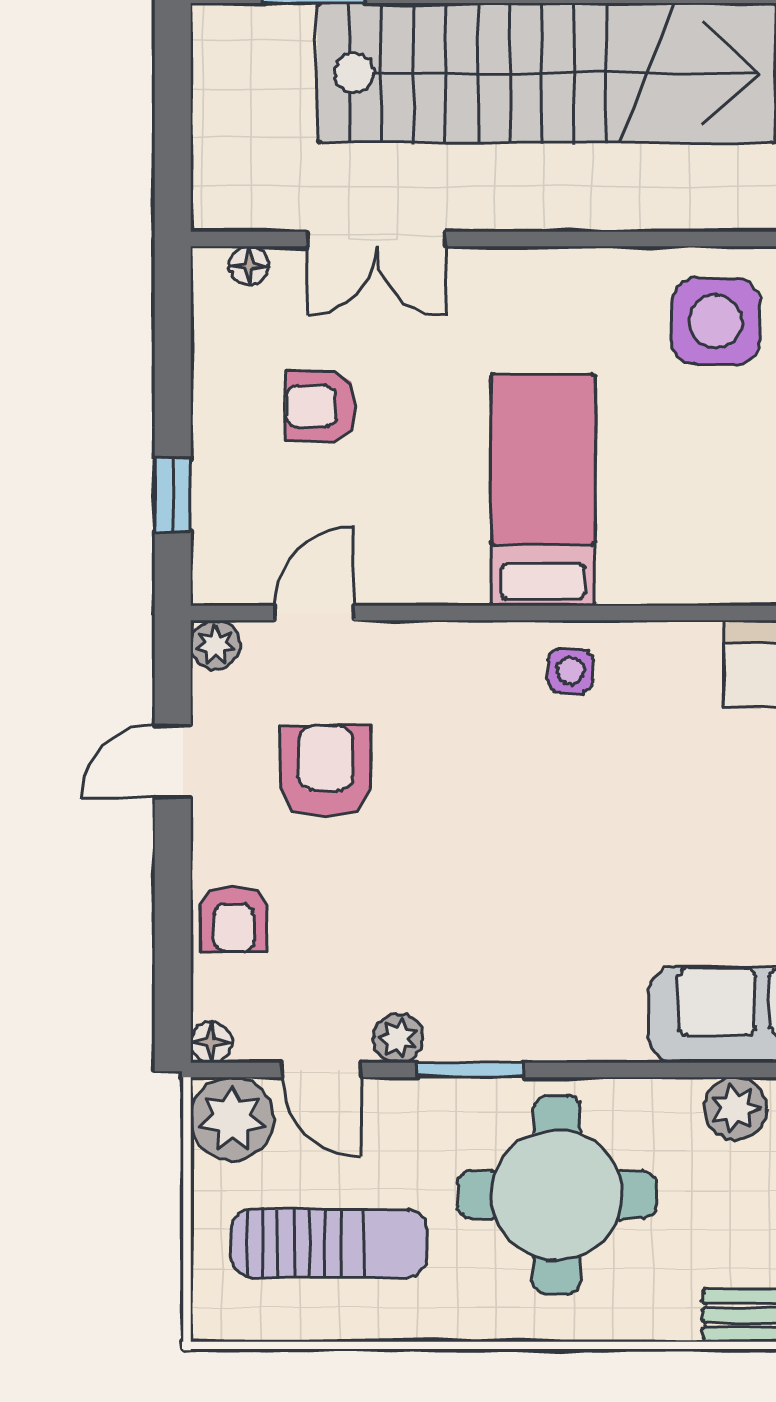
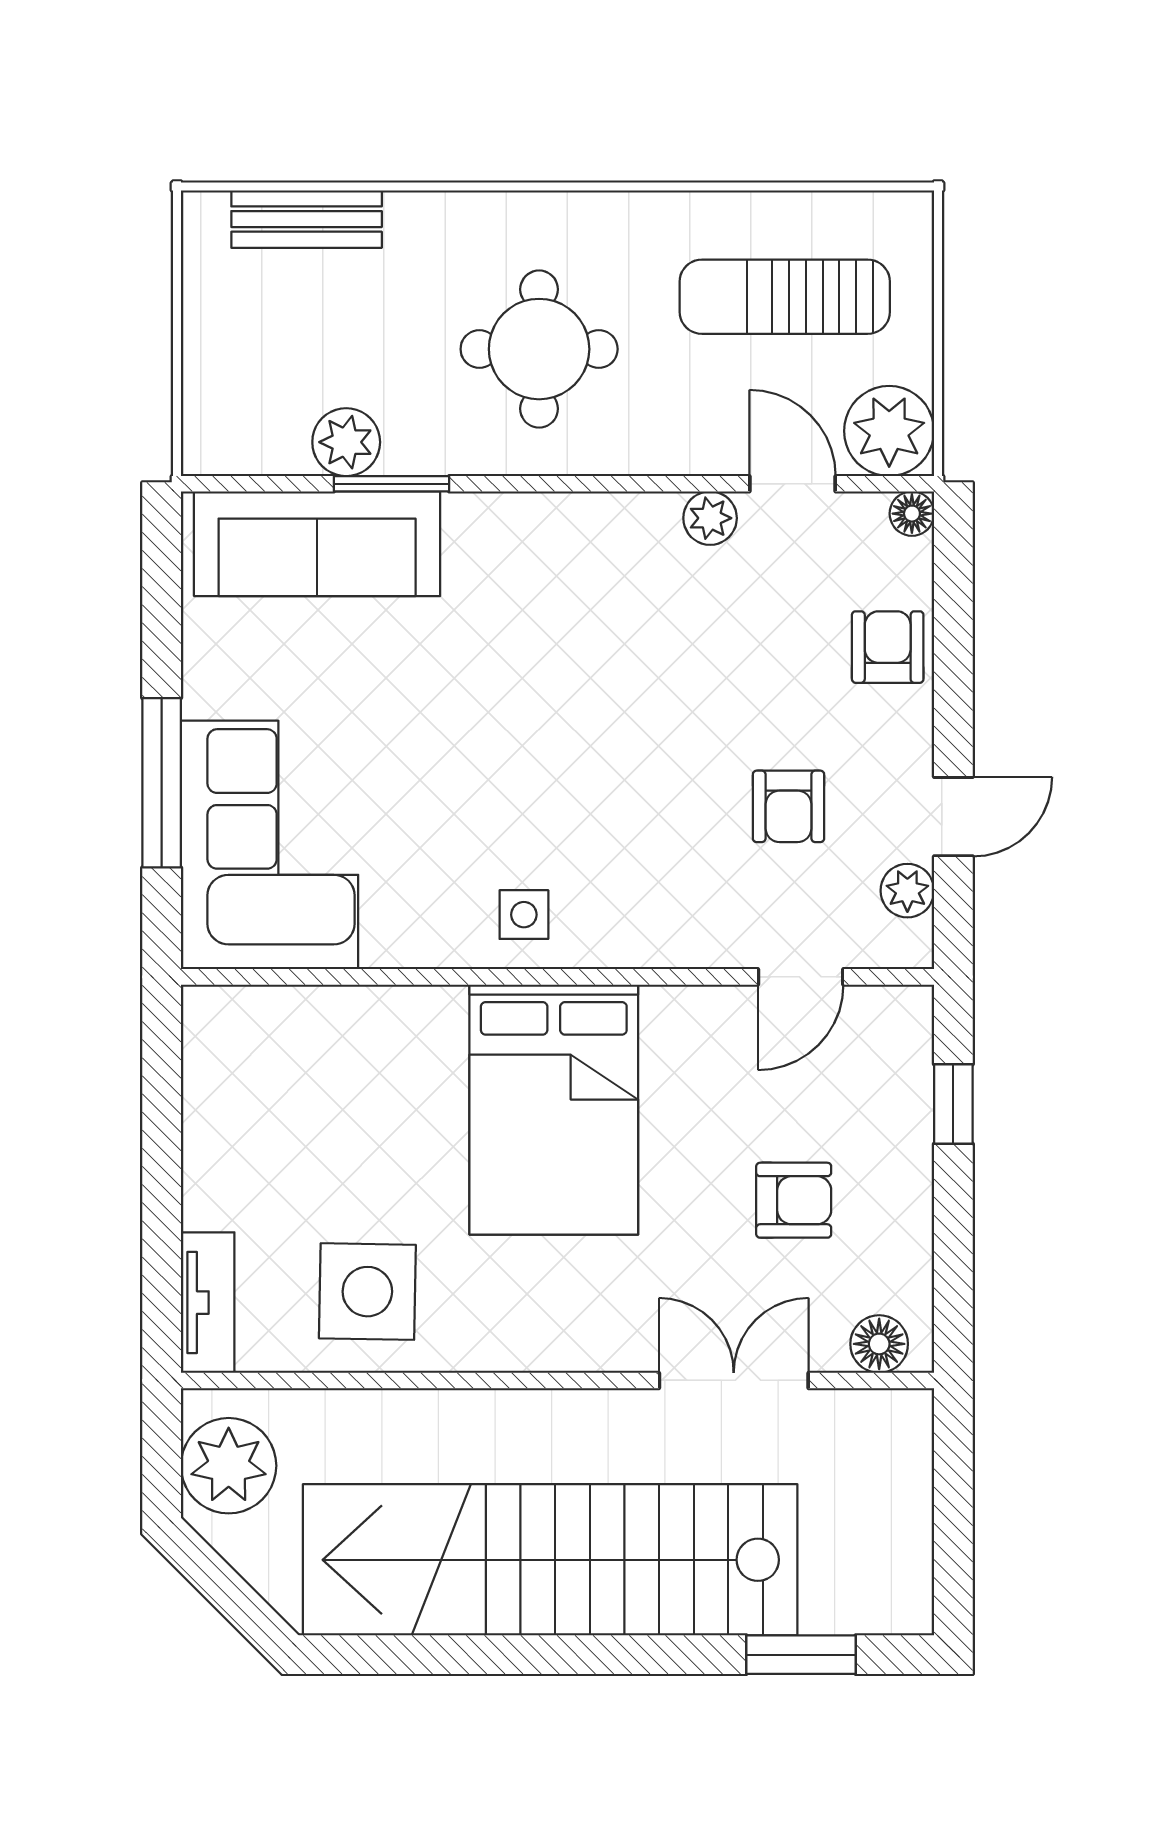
floor lamp: (249, 266) -> (879, 1344), width x1.37, depth x1.37
bed: (543, 490) -> (554, 1110), width x1.50
plant: (215, 645) -> (907, 891), moved
armchair: (325, 771) -> (789, 806), width x0.72, depth x0.72
window: (470, 1070) -> (392, 484), moved
round table: (557, 1195) -> (539, 349), width x0.73, depth x0.73

